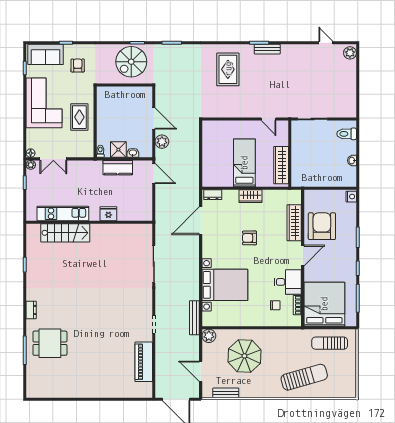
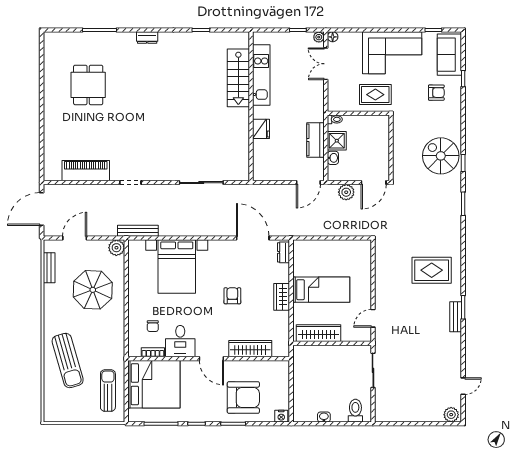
wall: (124, 85) -> (391, 148), moved
armchair: (322, 226) -> (243, 397), moved
dining table: (50, 343) -> (88, 85), moved

